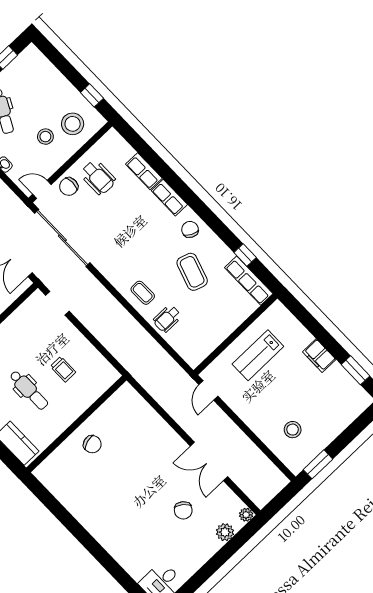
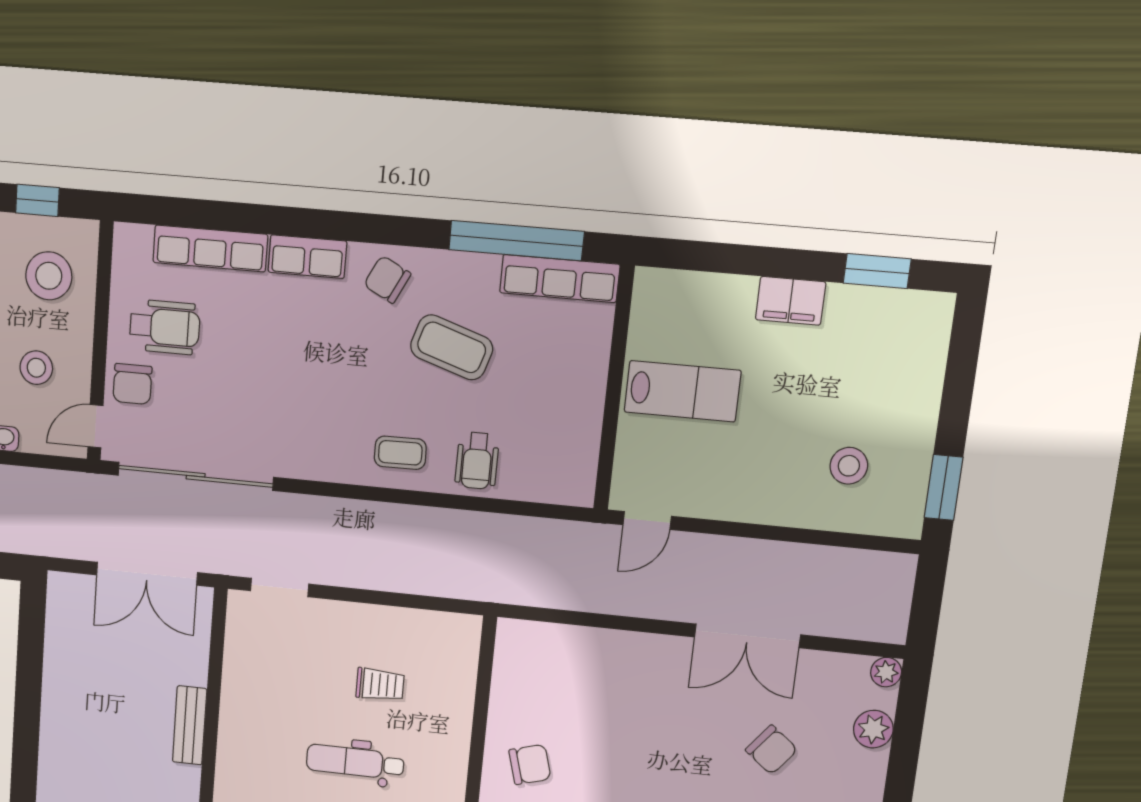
stool: (45, 137) -> (36, 368), moved
row of seats: (144, 171) -> (210, 248), width x1.48
window: (245, 255) -> (516, 241), width x3.17
lab bench: (258, 355) -> (682, 391), turned -90
dental chair: (29, 390) -> (355, 762), turned 180
door: (208, 390) -> (647, 521), hinge flipped

